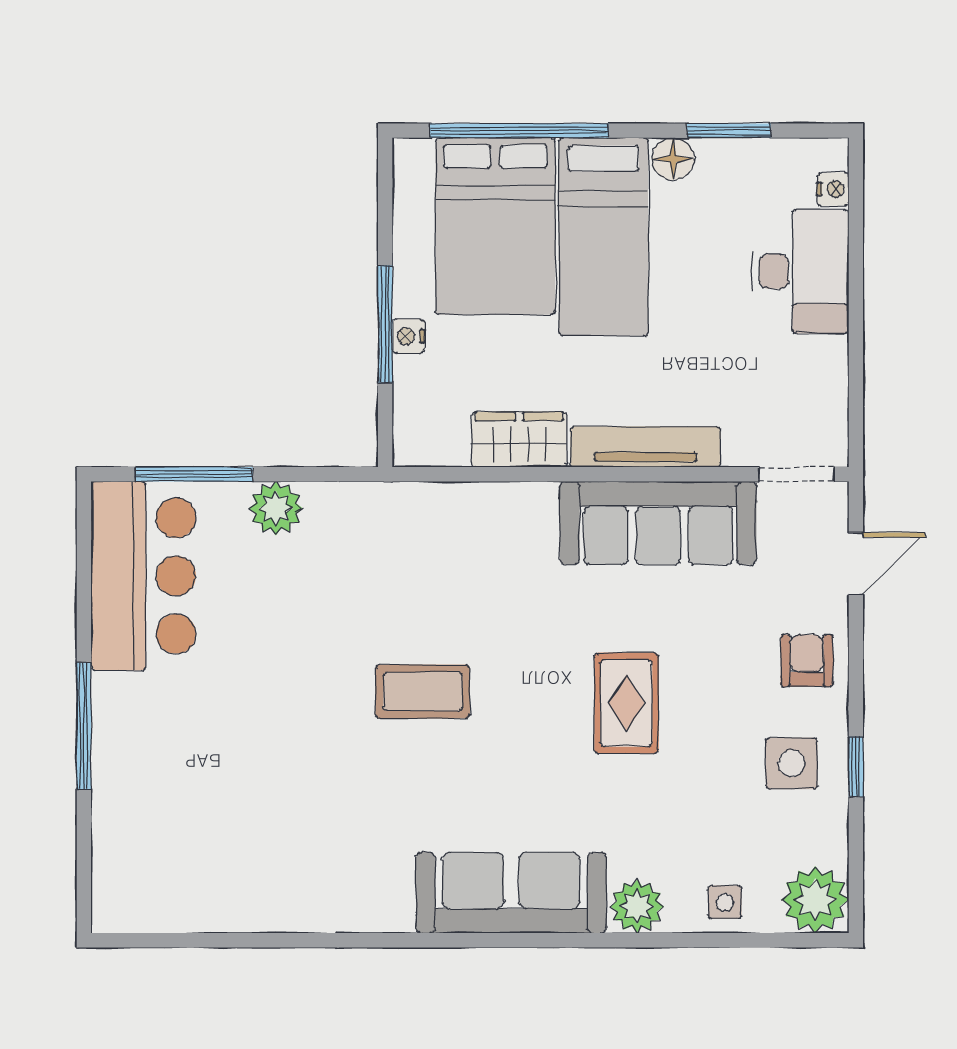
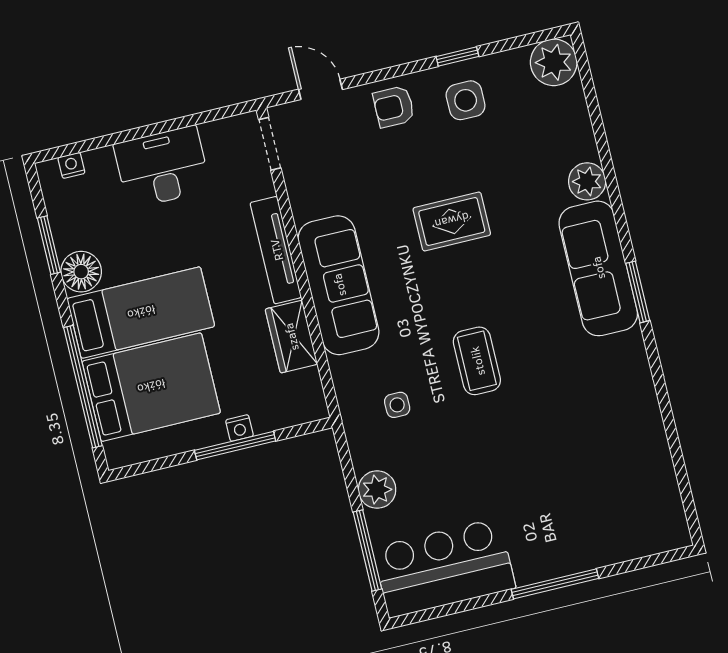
floor lamp: (673, 159) -> (81, 272), width x1.38, depth x1.38
desk: (800, 271) -> (162, 167), moved
sofa: (658, 523) -> (339, 285), moved
side table: (725, 902) -> (397, 405), moved
window: (465, 940) -> (638, 292), added

